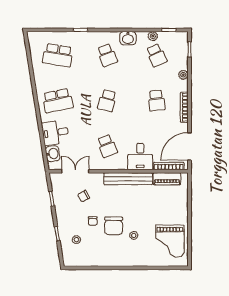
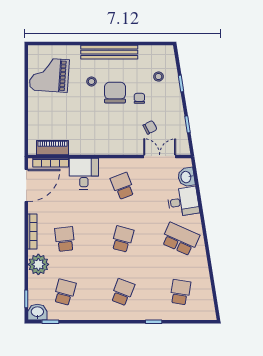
plant: (153, 36) -> (69, 314), removed
washbasin: (128, 38) -> (37, 312), moved
school desk: (58, 55) -> (180, 292), width x0.54
school desk: (107, 55) -> (123, 292), turned 42
school desk: (157, 55) -> (65, 292), turned 39
plant: (183, 75) -> (38, 264), width x1.88, depth x1.88
school desk: (58, 101) -> (180, 239), turned 36
double door: (75, 171) -> (160, 156), swing flipped
bench: (128, 179) -> (109, 52), moved
grand piano: (170, 241) -> (49, 75), turned -86

